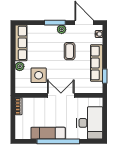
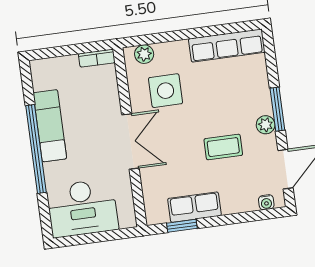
row of seats: (97, 63) -> (194, 207), width x0.68
plant: (20, 66) -> (144, 54), moved

